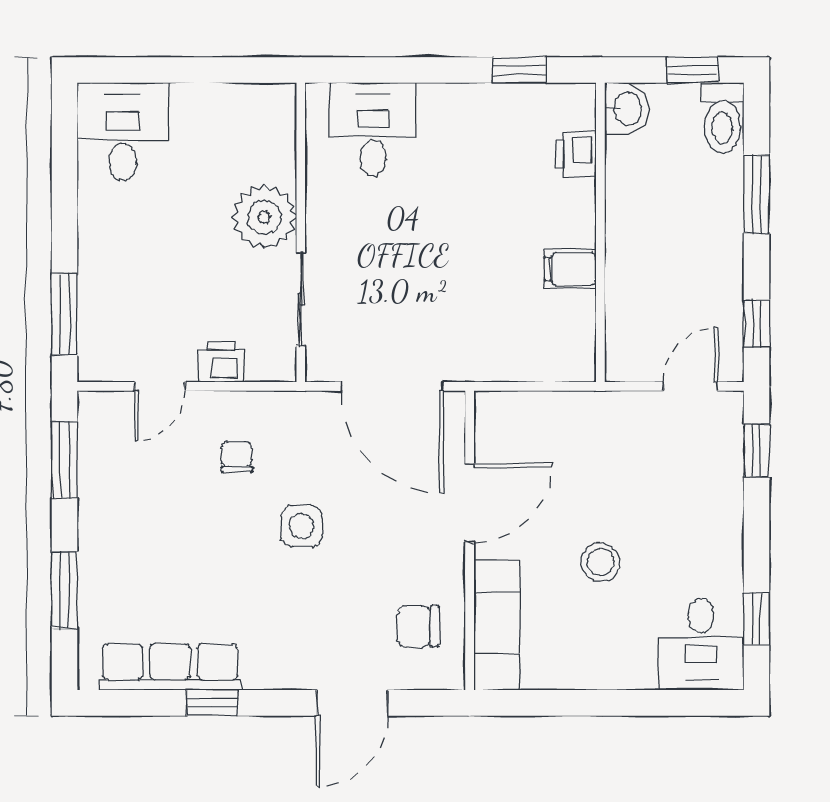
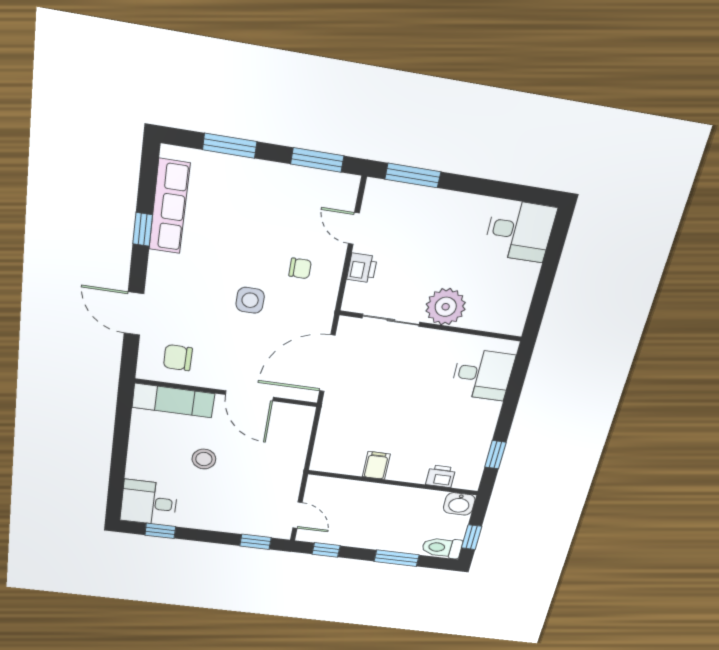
chair: (418, 626) -> (178, 358), turned -90

